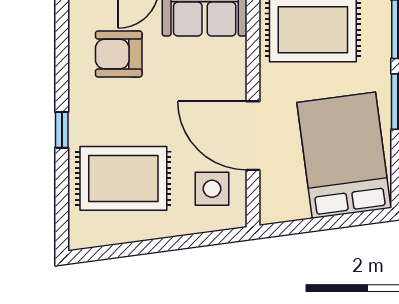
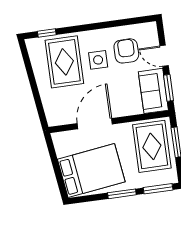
window: (62, 130) -> (47, 33), moved
side table: (212, 189) -> (98, 60), moved

